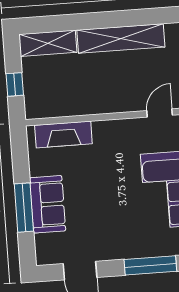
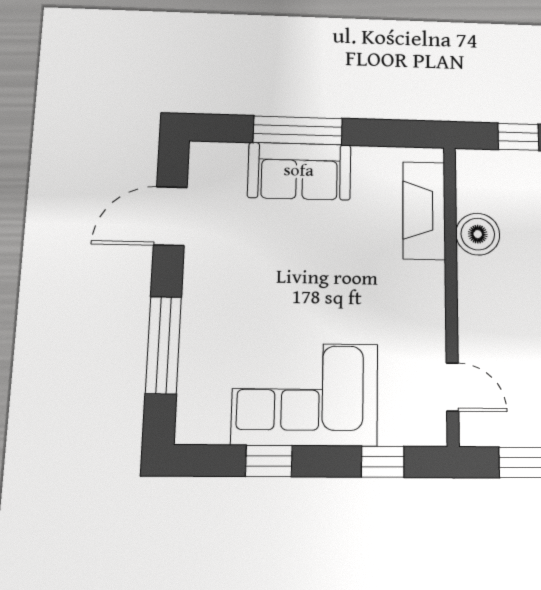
boiler: (74, 104) -> (478, 234), added

